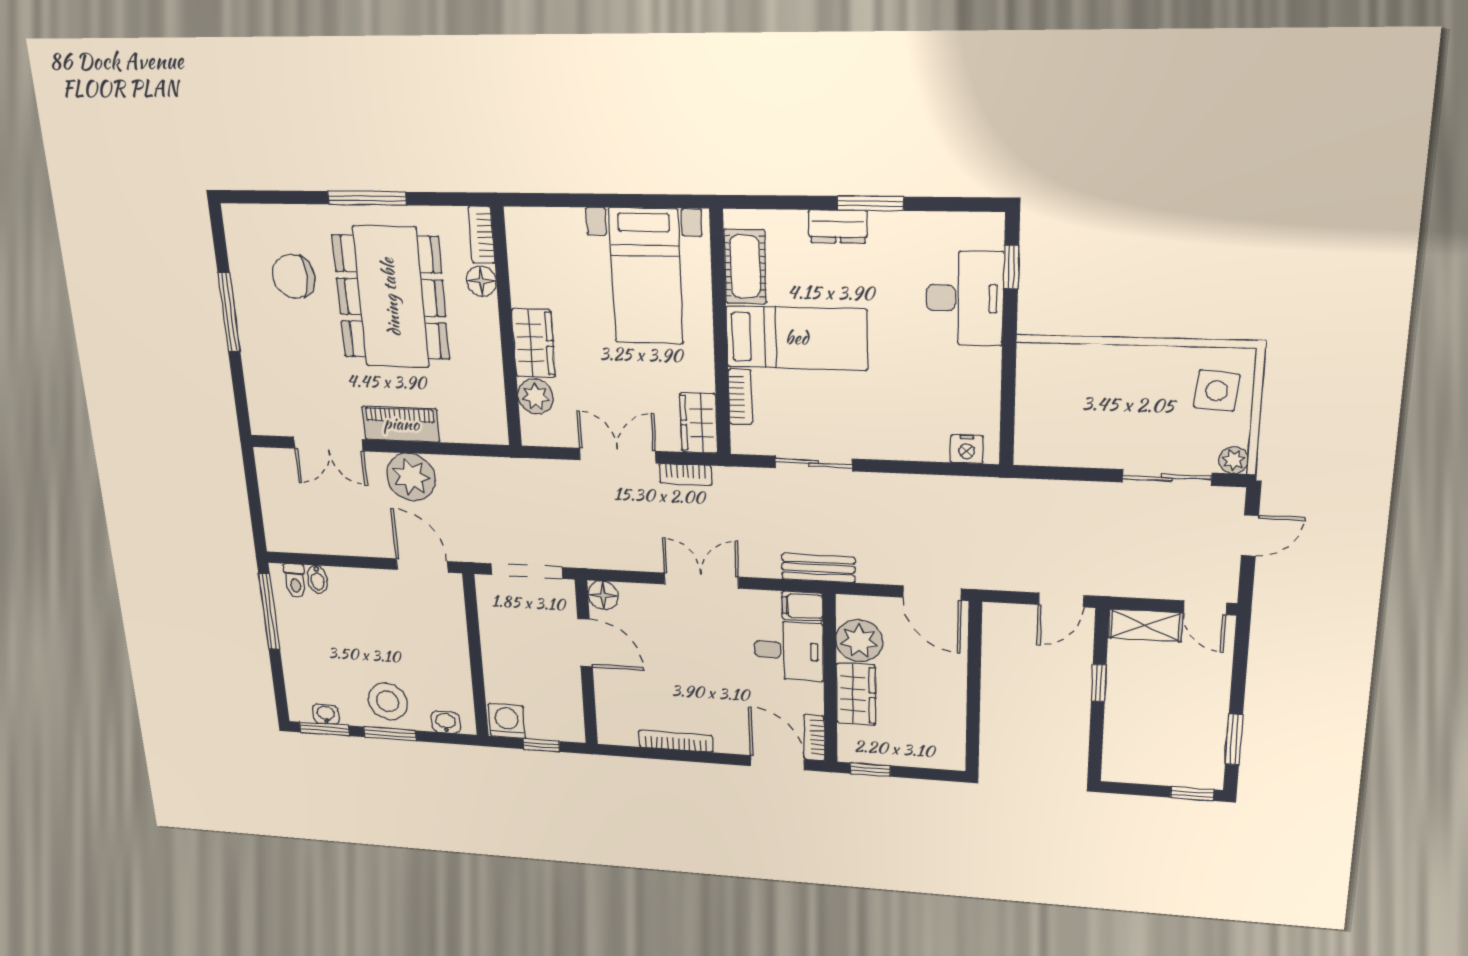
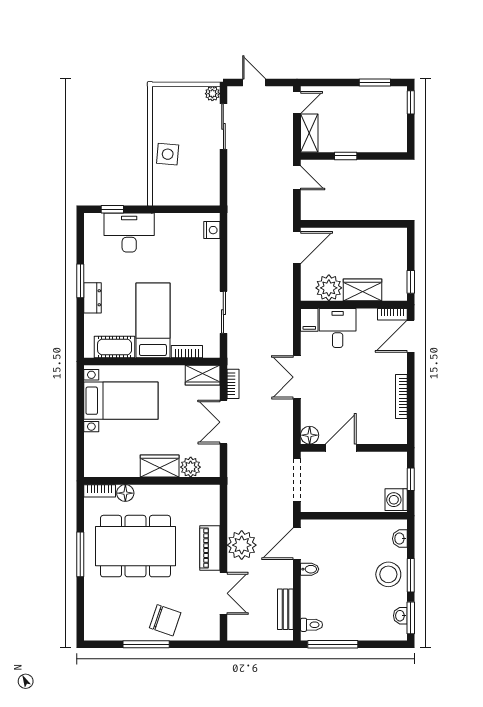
chair: (294, 276) -> (165, 620), moved, turned -71
side table: (1217, 391) -> (168, 154), moved
bench: (818, 568) -> (285, 609), moved
bidet: (317, 579) -> (310, 569), moved

